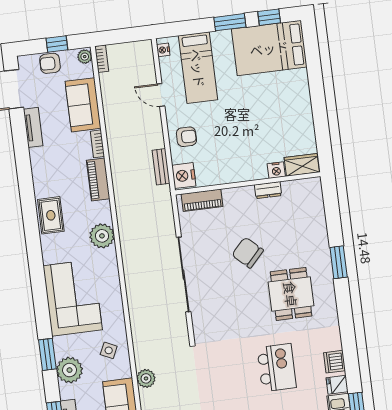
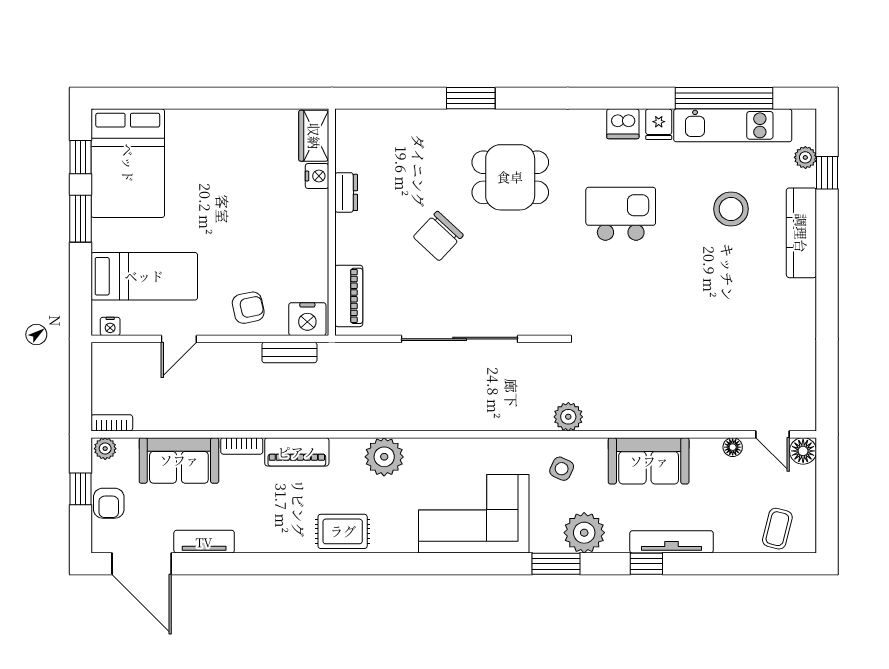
armchair: (186, 137) -> (248, 308), turned 78
plant: (146, 378) -> (568, 417), moved

